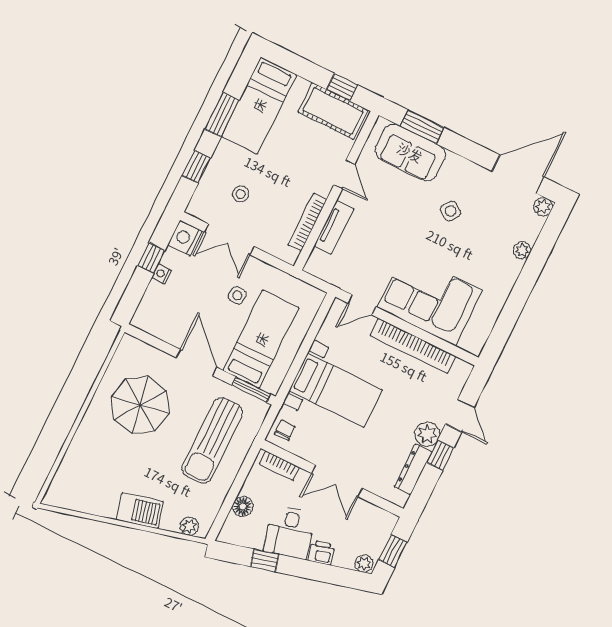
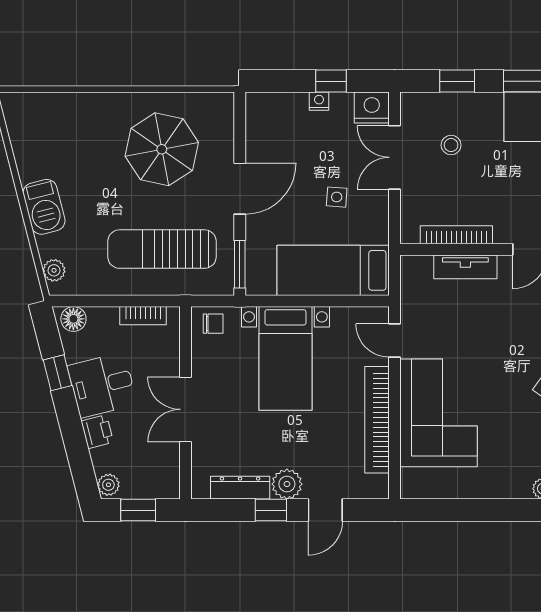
bed: (261, 339) -> (333, 270), moved, turned 180
bookcase: (279, 466) -> (143, 316), moved, turned -90
floor lamp: (243, 507) -> (73, 319), moved

